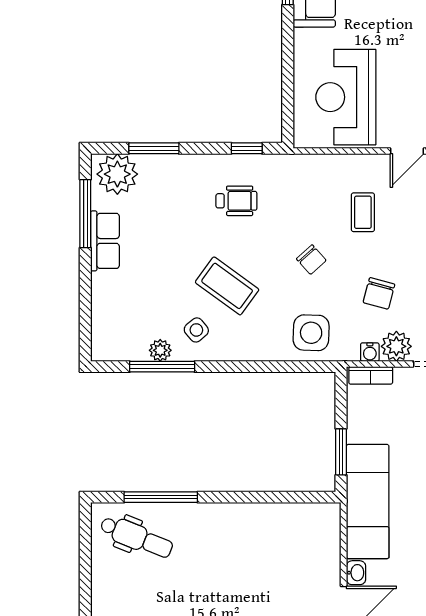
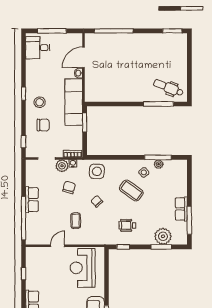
reception desk: (346, 97) -> (83, 268), turned 180
plant: (117, 174) -> (163, 236), moved

